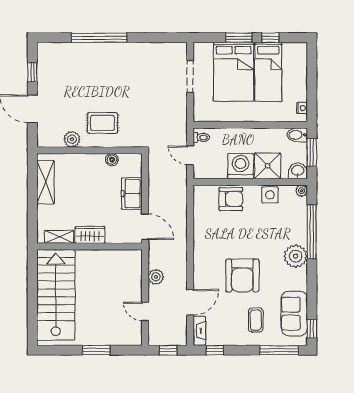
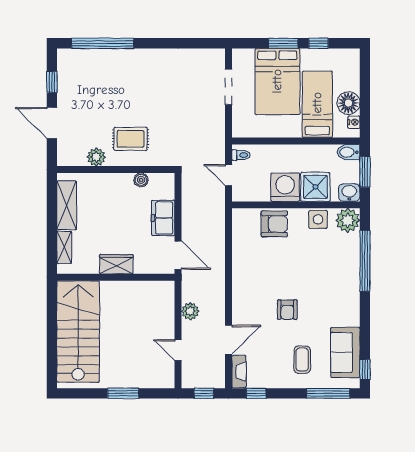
window: (99, 38) -> (103, 43), moved
bed: (268, 72) -> (317, 104), moved, turned 180
floor lamp: (297, 91) -> (348, 103), added
plant: (301, 191) -> (348, 220), width x1.88, depth x1.88
shelving: (59, 237) -> (64, 247), moved, turned 90
plant: (296, 256) -> (347, 288), removed
armchair: (242, 275) -> (287, 310), width x0.53, depth x0.53

